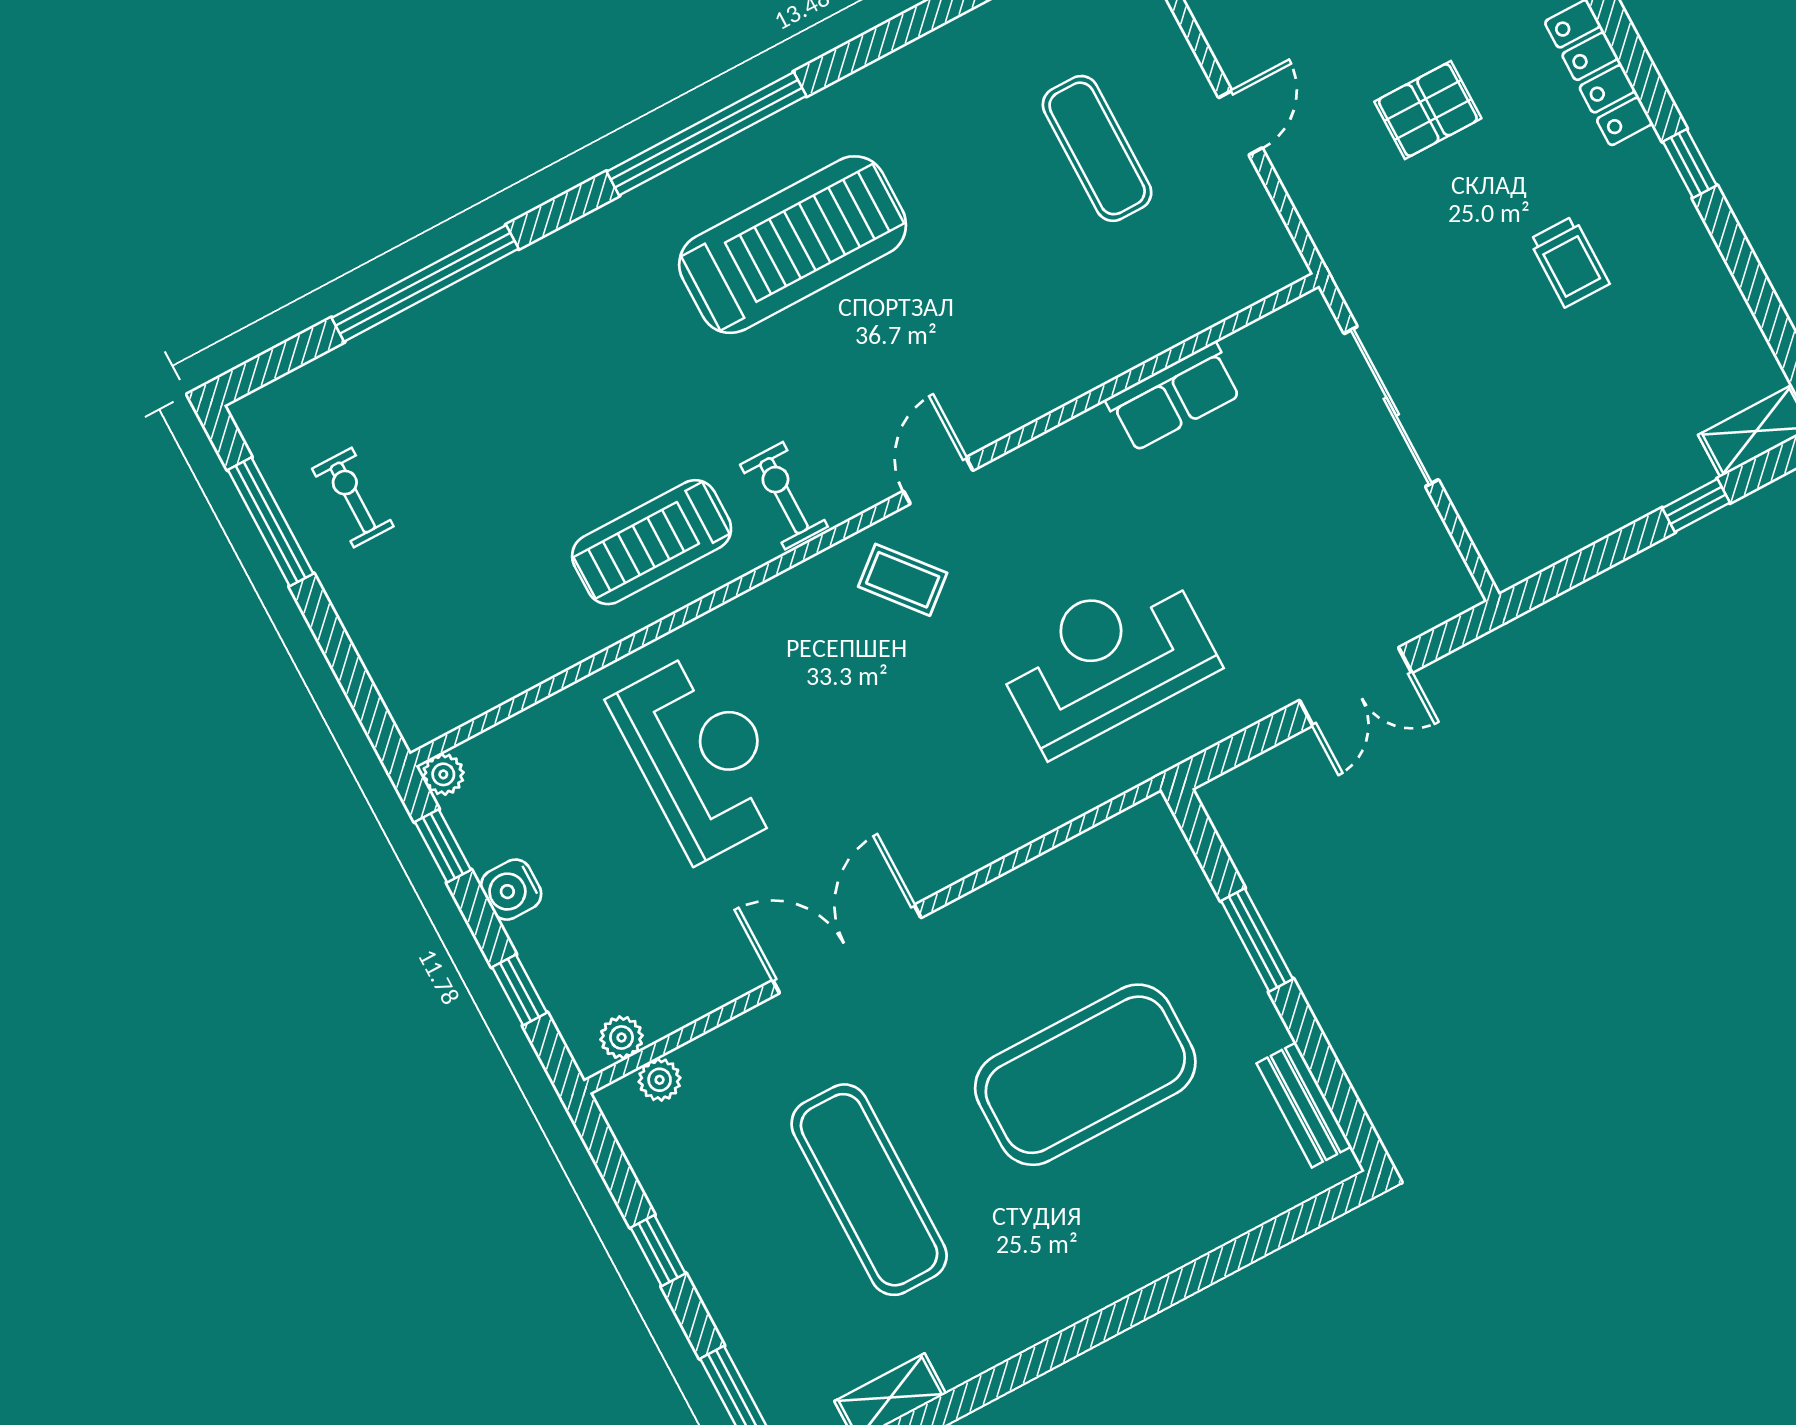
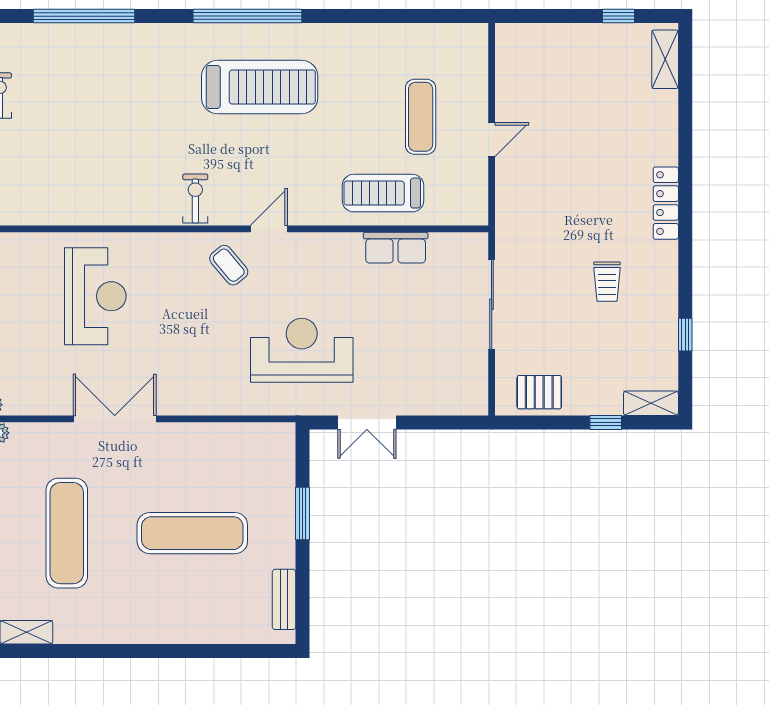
pallet: (1428, 110) -> (539, 392), moved
window: (1690, 163) -> (685, 335), moved
treadmill: (652, 542) -> (383, 193), moved
double door: (1356, 686) -> (367, 422), moved
exercise mat: (1085, 1075) -> (192, 533), width x0.68

